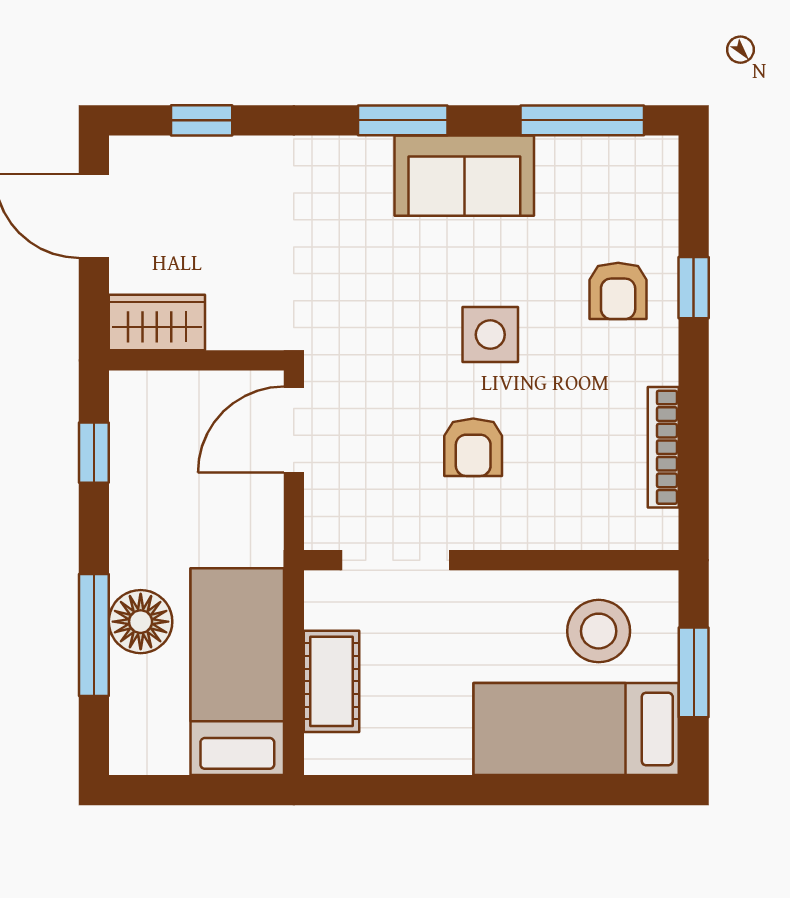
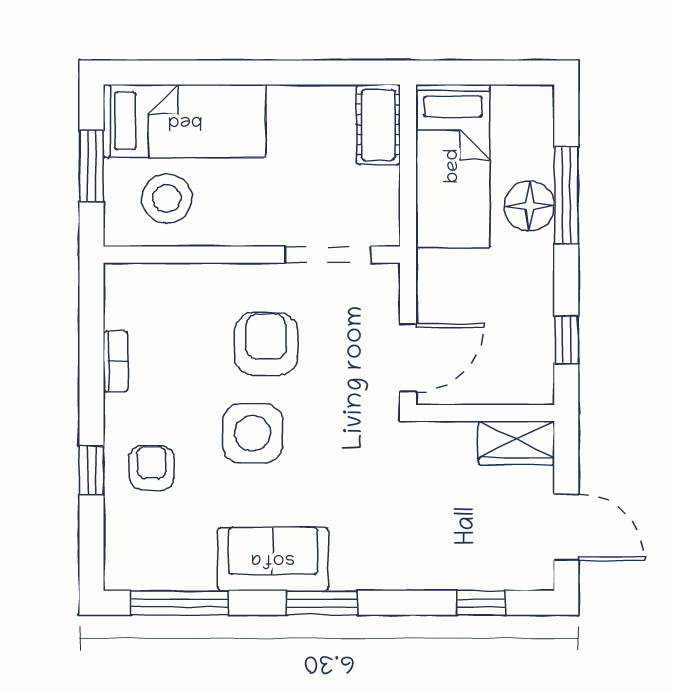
side table: (490, 335) -> (253, 433), width x1.37, depth x1.37
armchair: (473, 447) -> (266, 344), width x1.38, depth x1.38
bookcase: (663, 447) -> (116, 361), width x0.64
cot: (332, 681) -> (378, 125), moved

